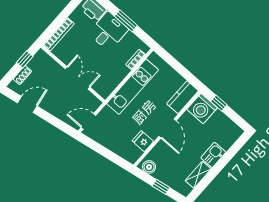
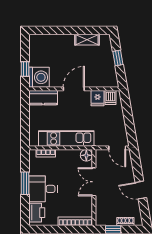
floor lamp: (104, 91) -> (86, 155), added
door: (27, 104) -> (141, 190), moved
dishwasher: (134, 152) -> (110, 98), added
kitchen sink: (213, 155) -> (64, 41), removed
boiler: (149, 167) -> (112, 78), removed

